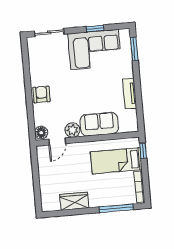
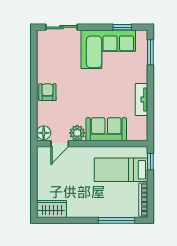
window: (95, 29) -> (122, 27), moved
wardrobe: (74, 201) -> (52, 209), moved

